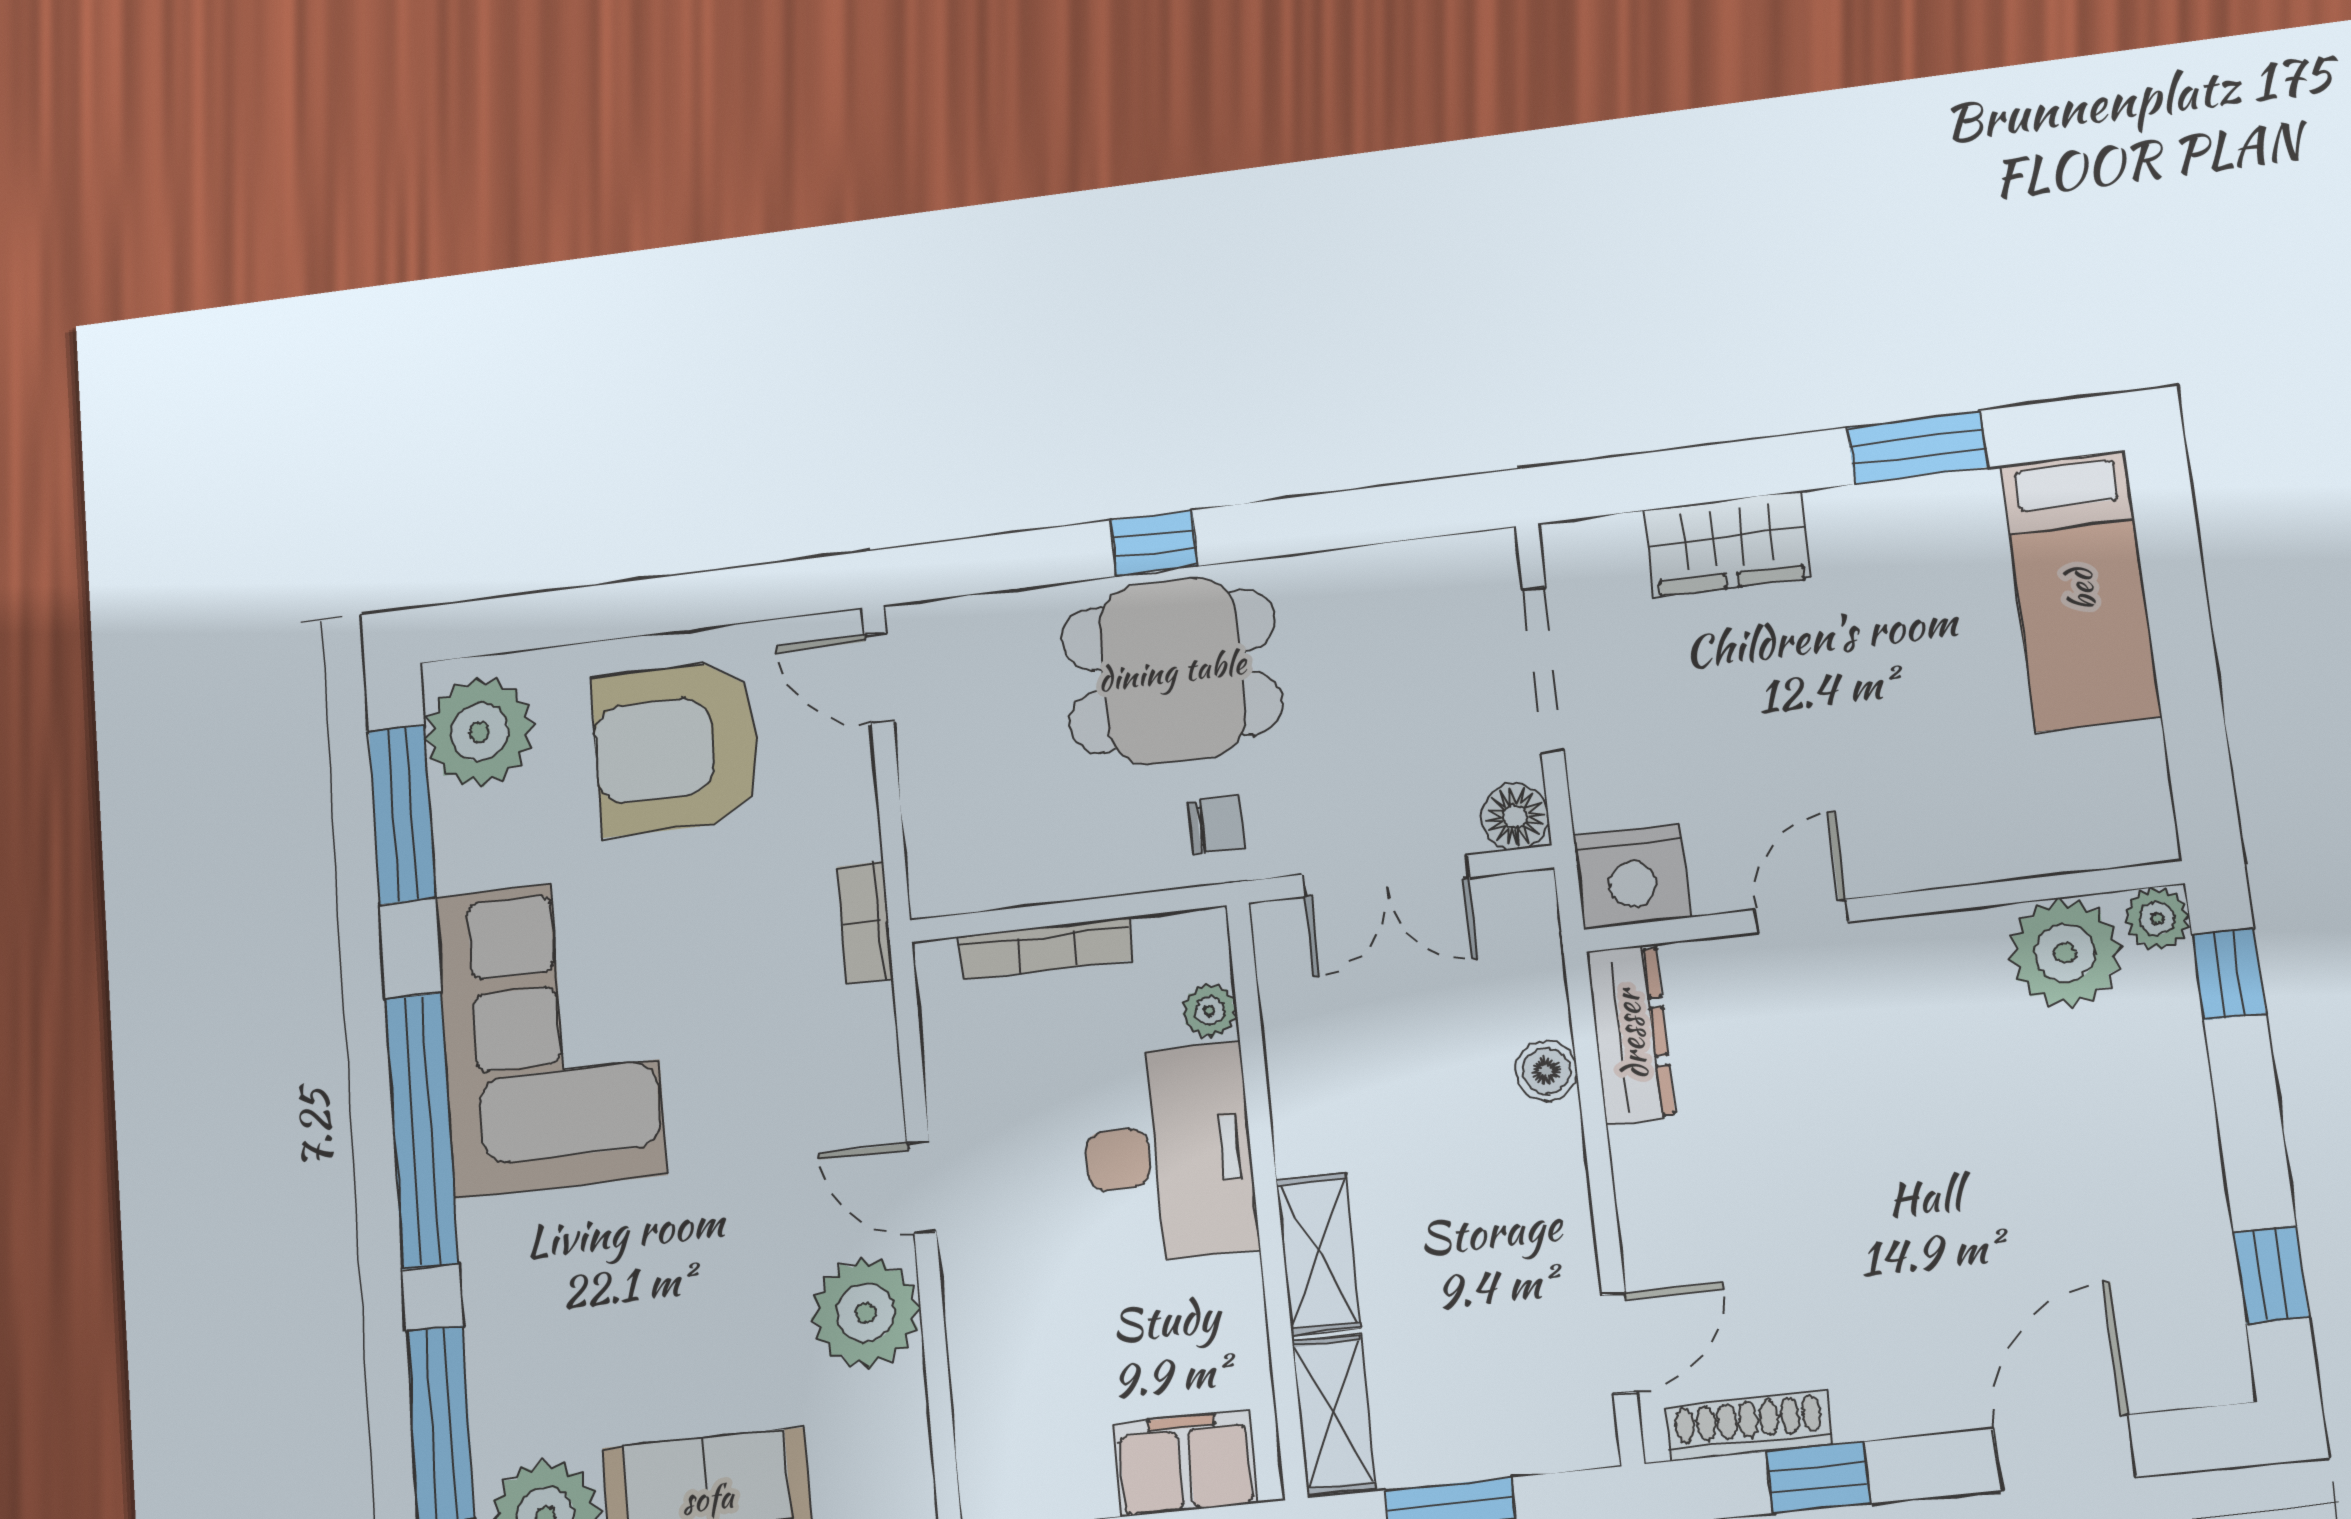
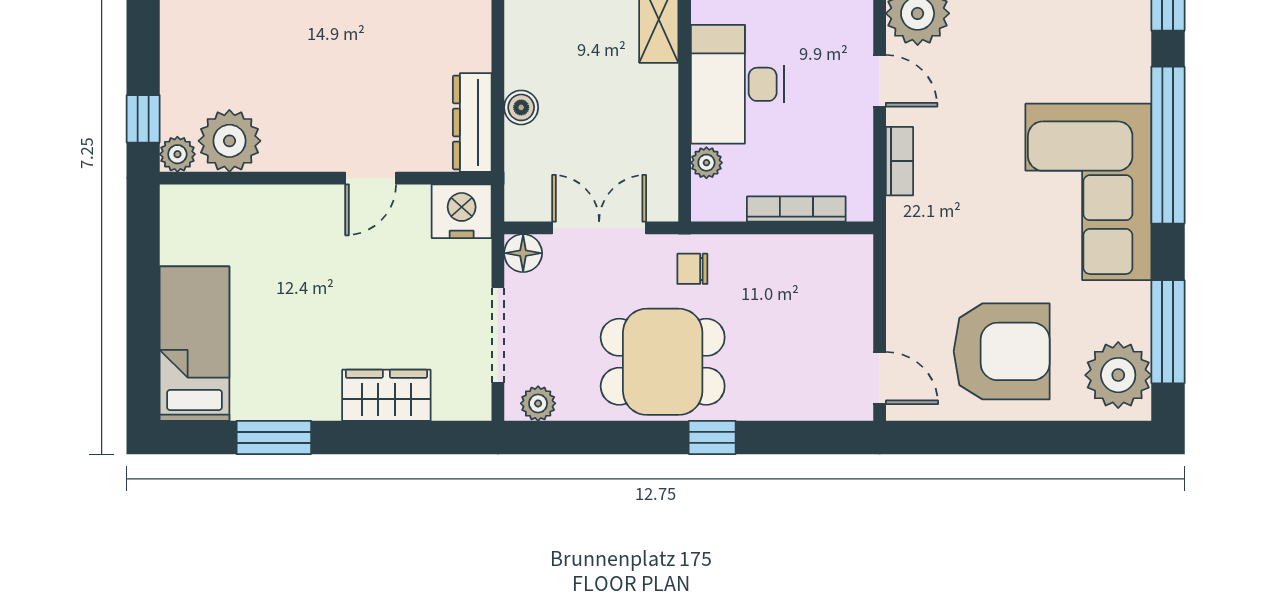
plant: (1460, 563) -> (538, 403), added
dining table: (1172, 671) -> (663, 362), moved
bookcase: (865, 922) -> (899, 161), moved

